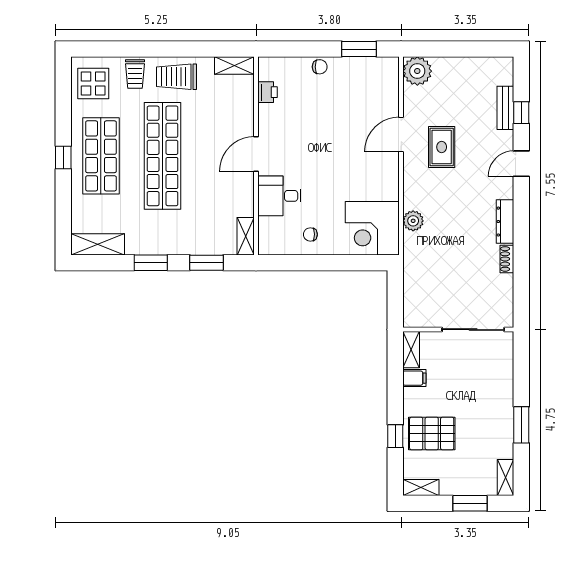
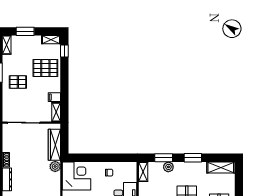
plant: (413, 221) -> (55, 167), moved
plant: (197, 245) -> (168, 167), added
wardrobe: (414, 288) -> (54, 145), added
pallet: (484, 407) -> (18, 82), added
window: (395, 436) -> (64, 51), moved

